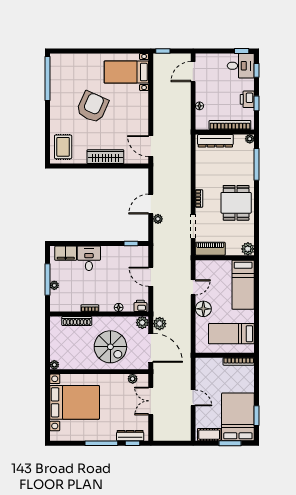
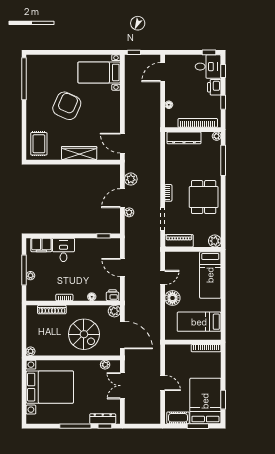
printer: (247, 99) -> (214, 87), moved
plant: (160, 324) -> (131, 179), moved

